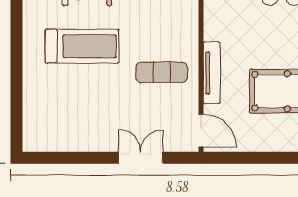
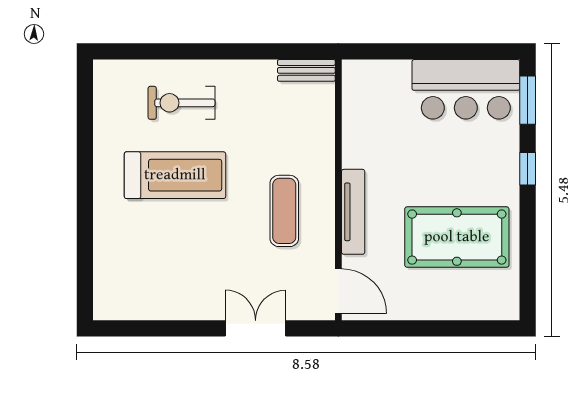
exercise mat: (162, 72) -> (284, 211), turned 90

